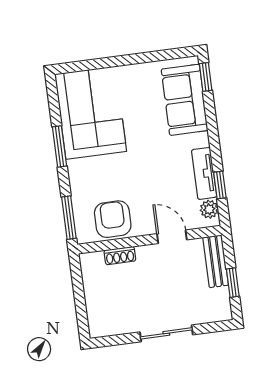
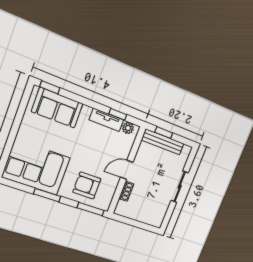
armchair: (113, 219) -> (87, 185), moved
door: (172, 237) -> (127, 170), moved
bench: (216, 261) -> (163, 142), width x1.36
window: (233, 283) -> (164, 133), moved

